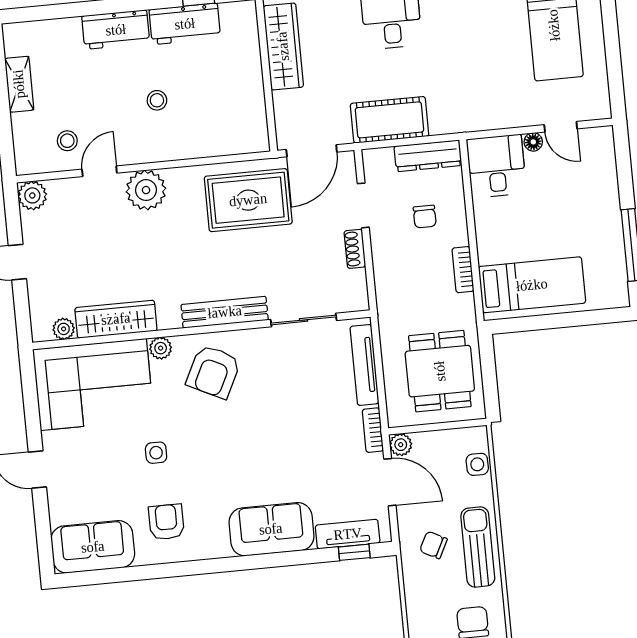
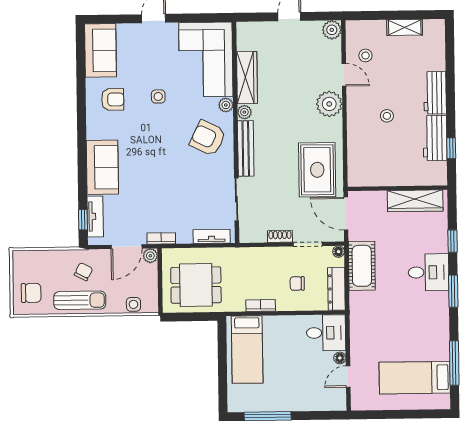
floor lamp: (371, 157) -> (339, 252), added
plant: (64, 329) -> (244, 112), moved
tv unit: (364, 365) -> (212, 236), width x0.71

